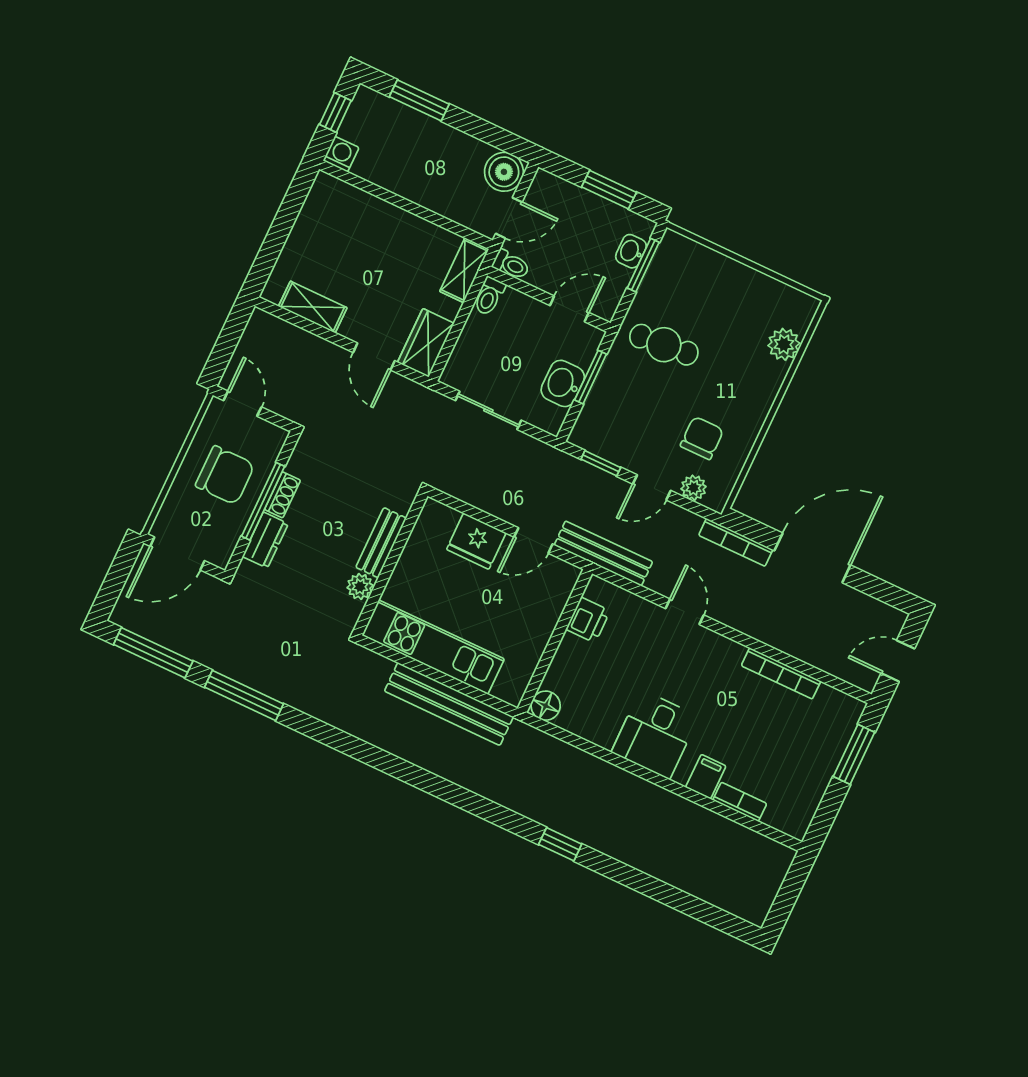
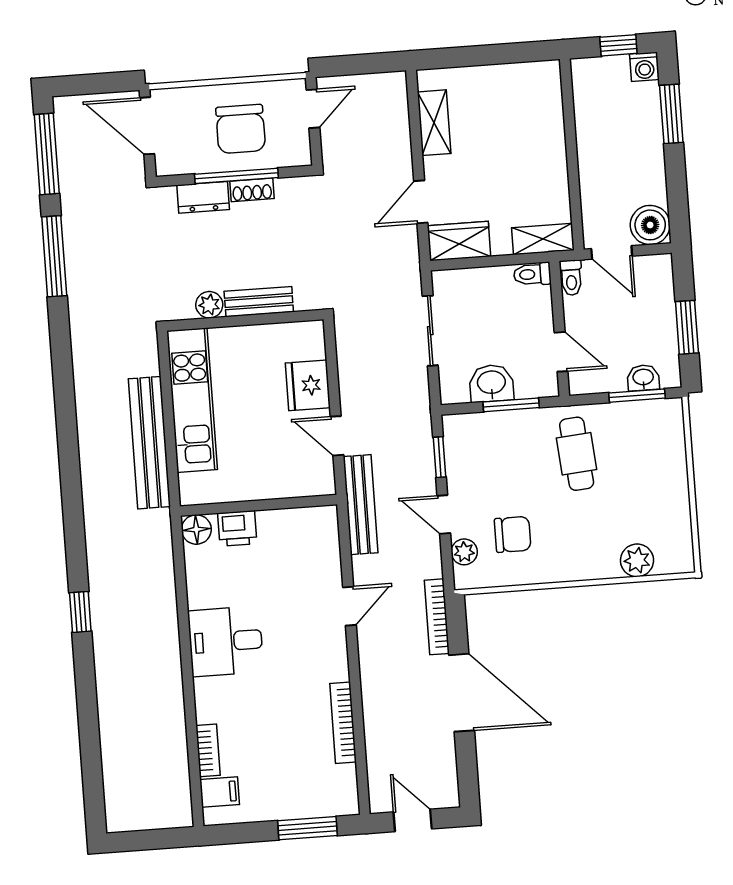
washing machine: (341, 154) -> (644, 67), moved, turned 90
printer: (588, 620) -> (237, 528), moved
filing cabinet: (706, 777) -> (220, 792), moved

